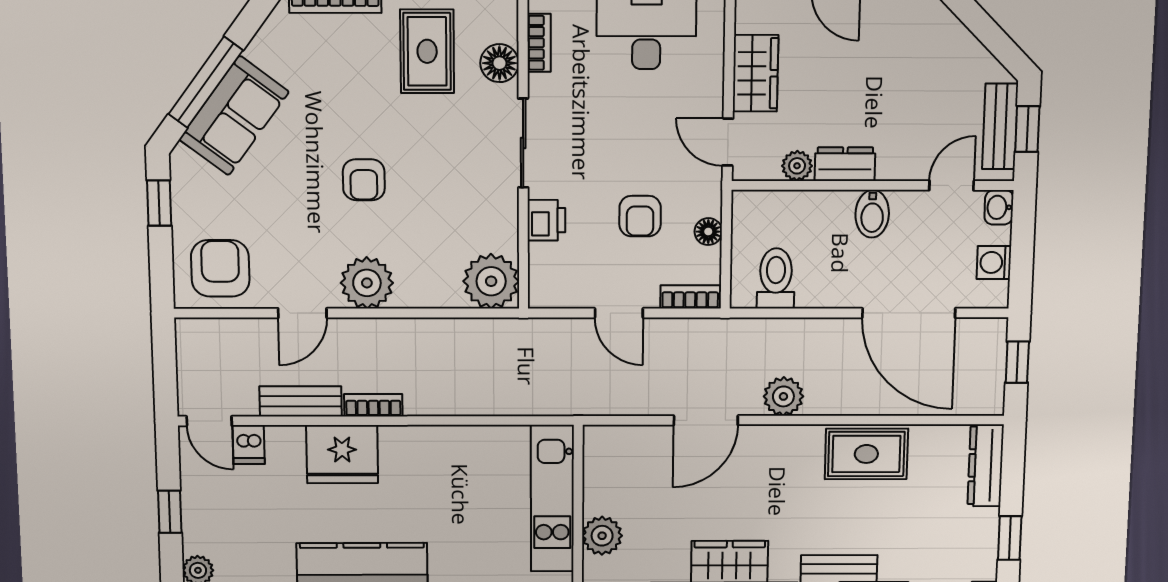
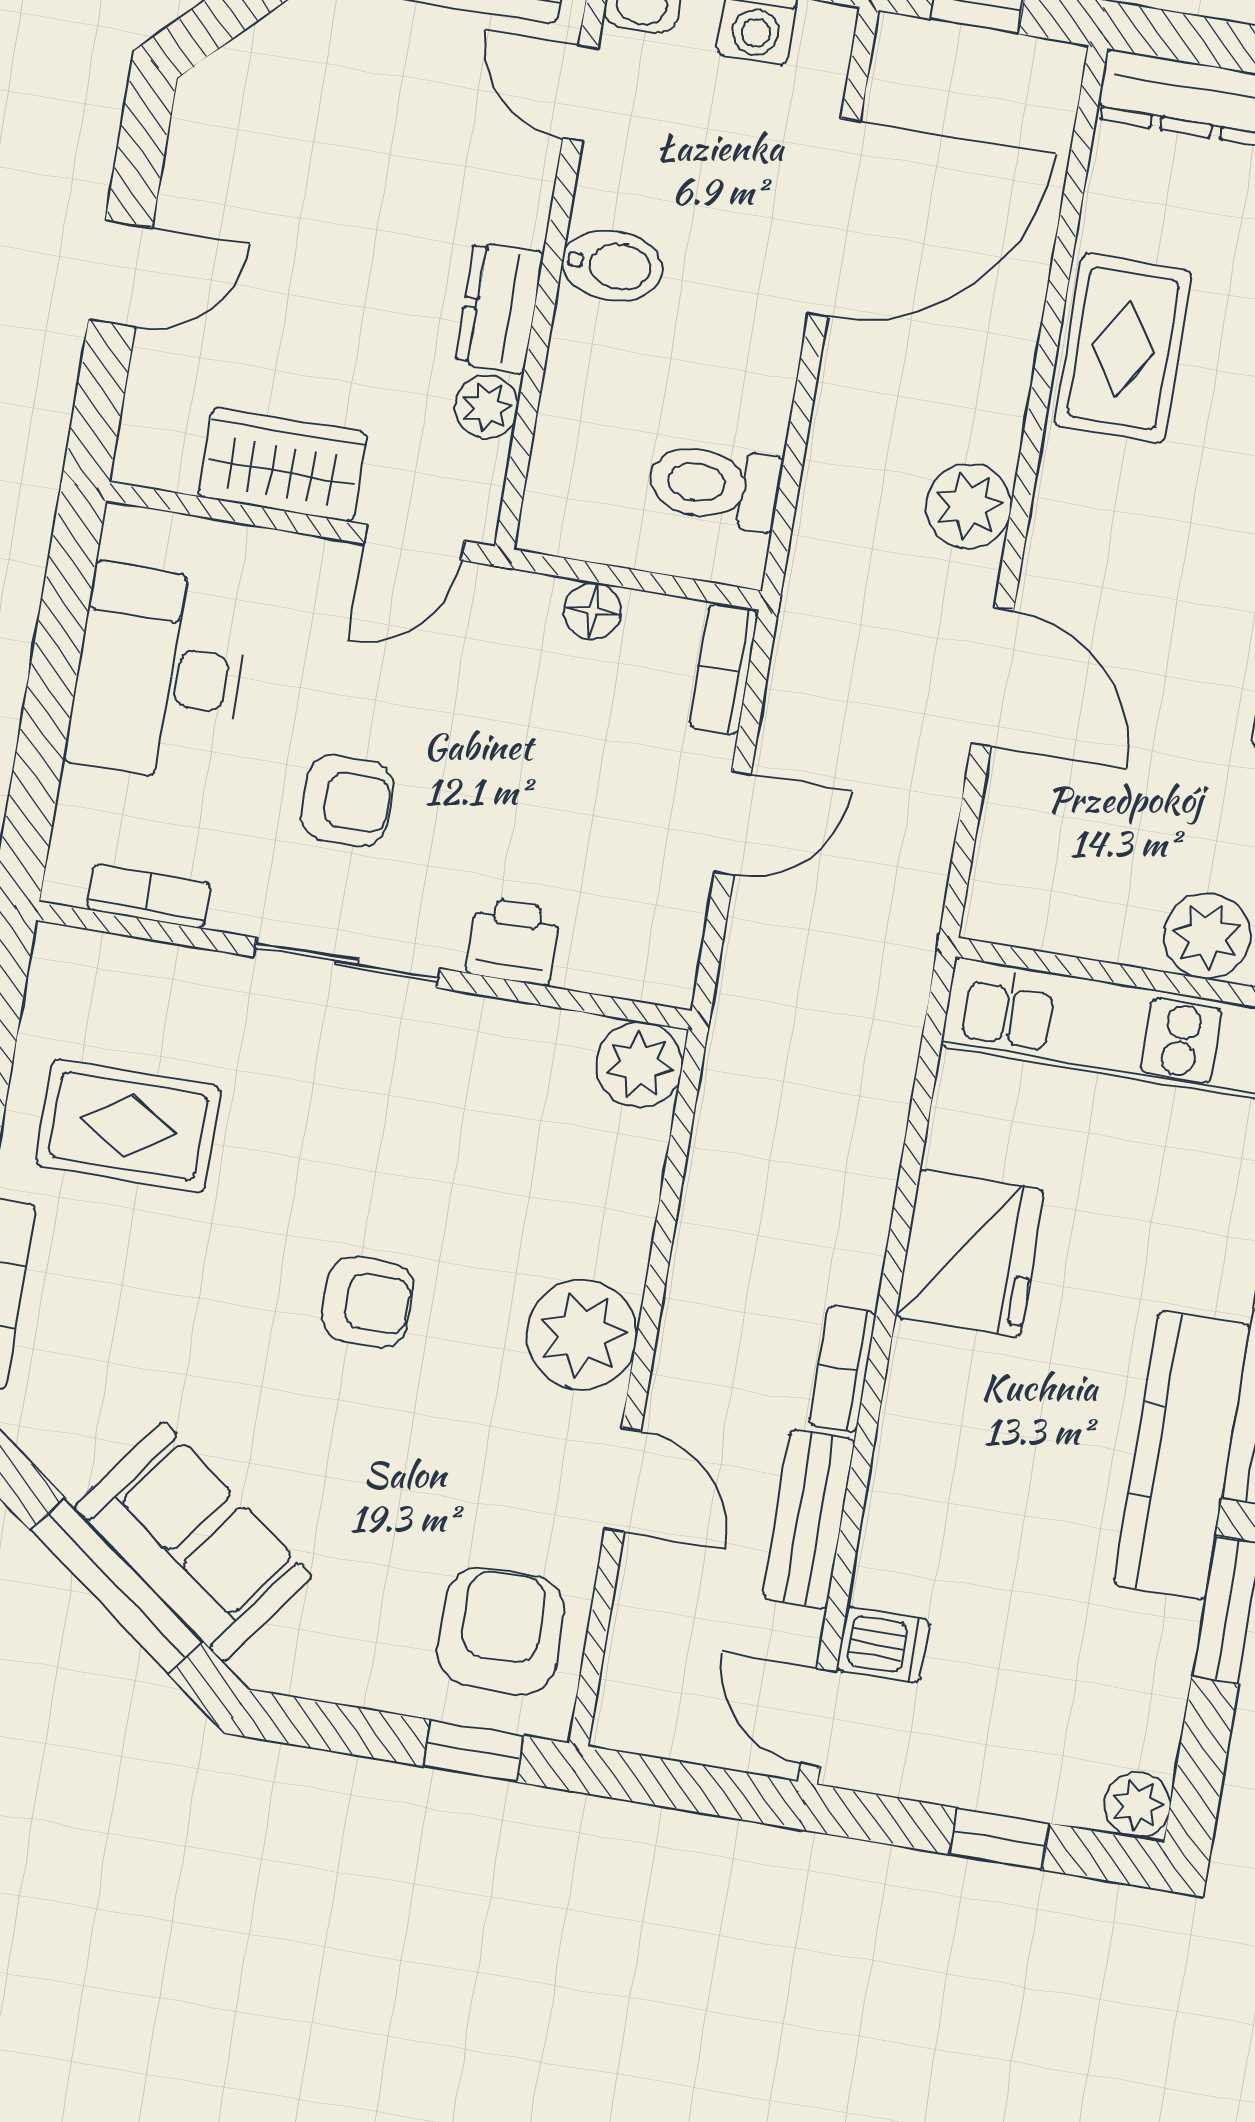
floor lamp: (499, 63) -> (176, 983), removed
window: (159, 203) -> (473, 1751), moved
armchair: (640, 216) -> (347, 801), moved
armchair: (220, 268) -> (501, 1631), turned 90
plant: (491, 281) -> (639, 1065), width x0.73, depth x0.73
door: (209, 421) -> (818, 1717), swing flipped
fridge: (342, 454) -> (970, 1254), moved

